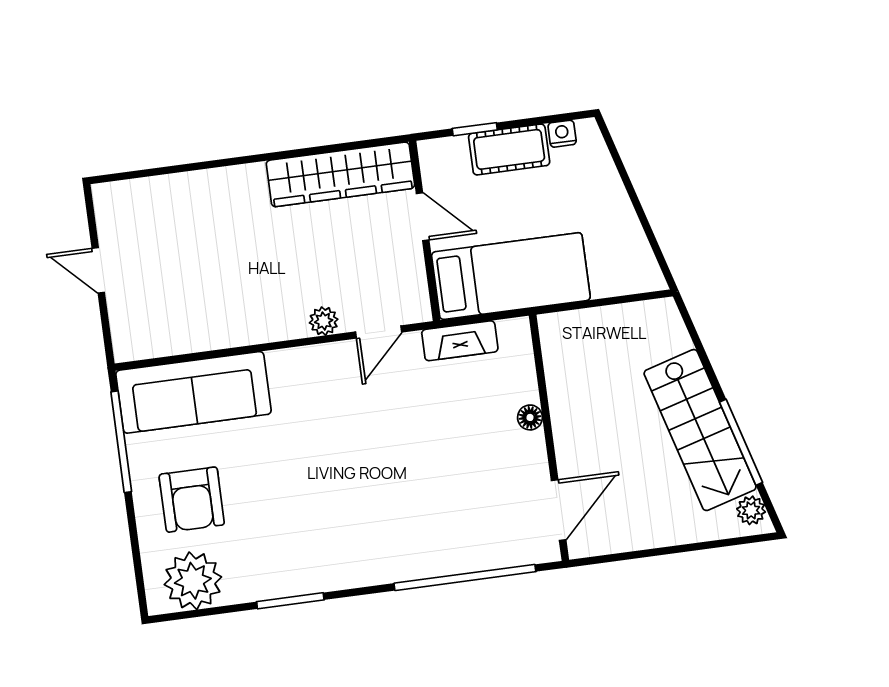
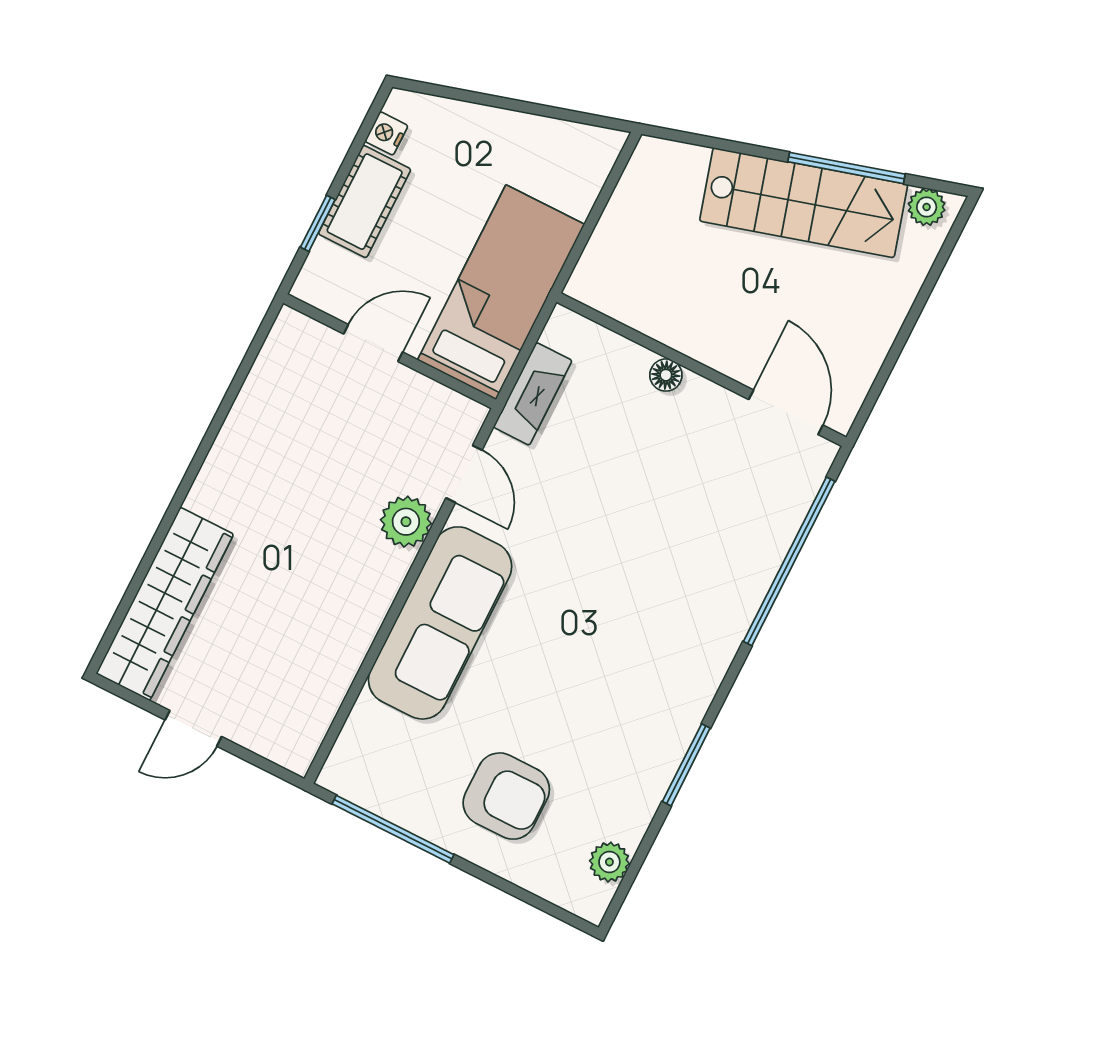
wardrobe: (340, 174) -> (165, 604), moved
plant: (324, 321) -> (406, 522), width x1.38, depth x1.38
sofa: (193, 392) -> (440, 623), moved
plant: (193, 581) -> (609, 862), width x0.53, depth x0.53

